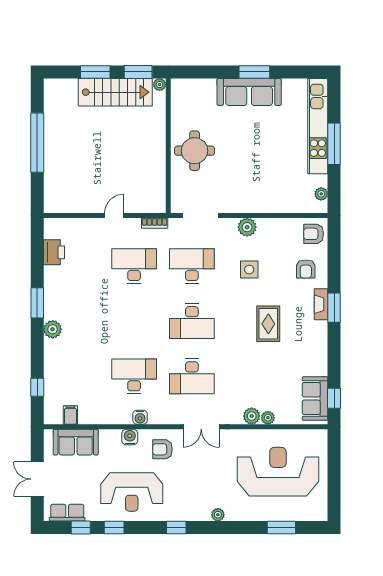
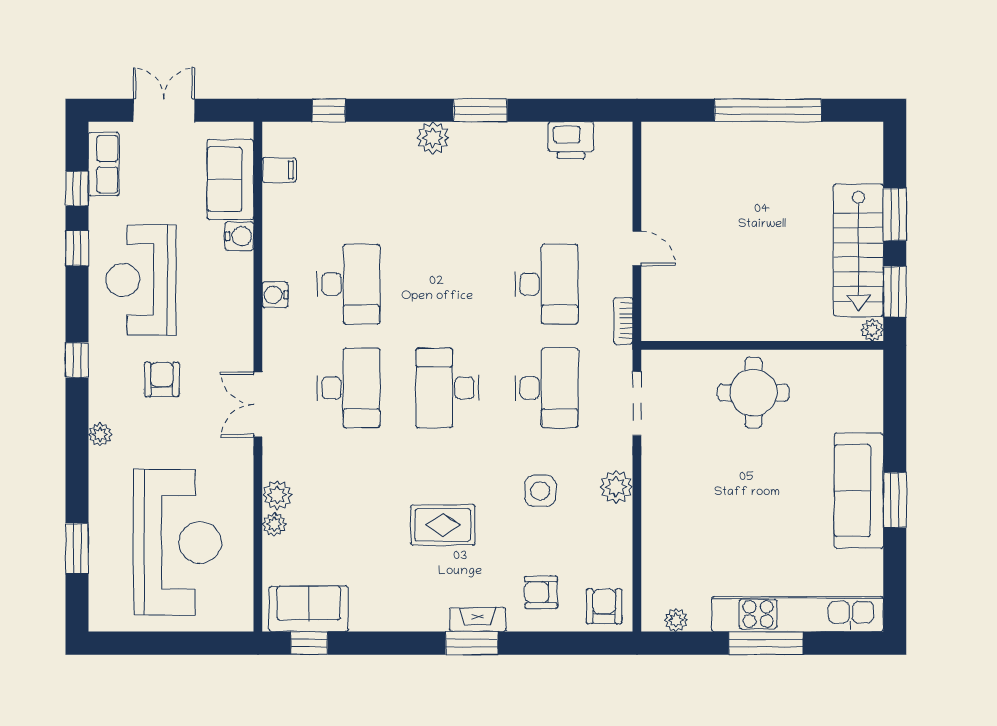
desk: (192, 376) -> (348, 388), turned 180
water cooler: (130, 437) -> (239, 236), moved
armchair: (162, 449) -> (162, 379), moved

